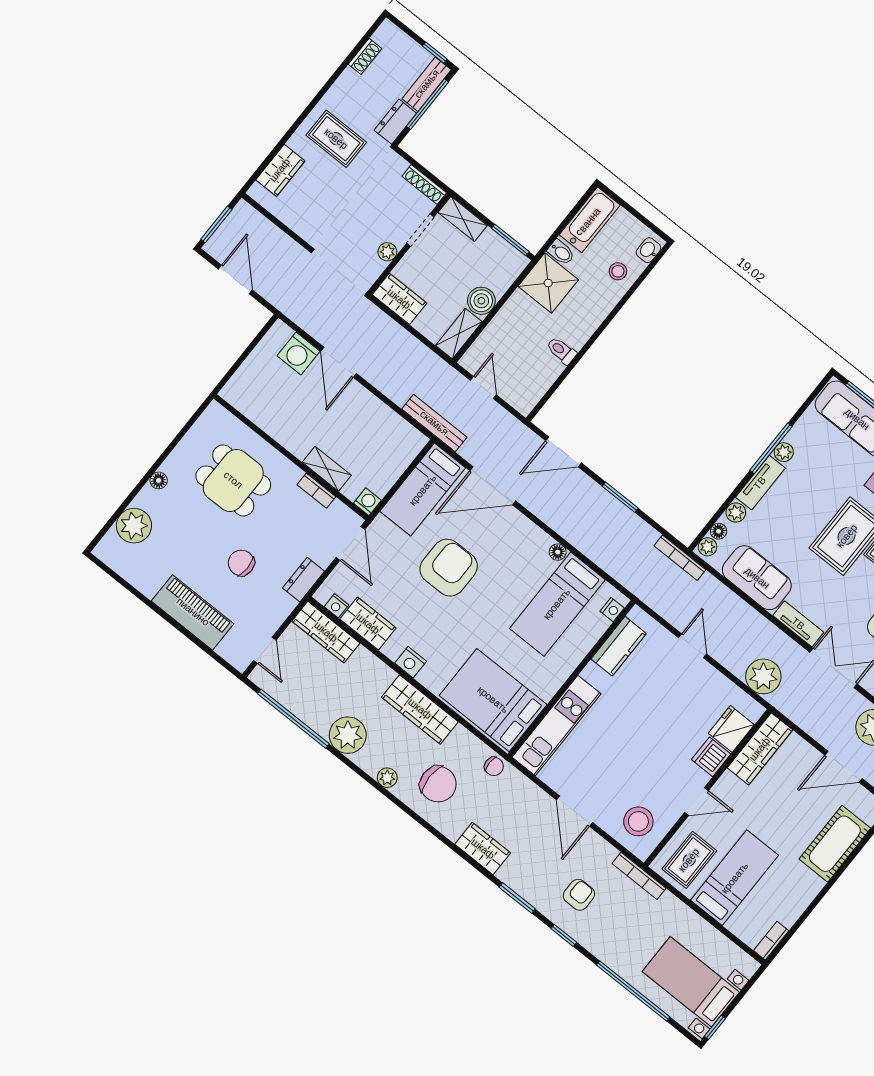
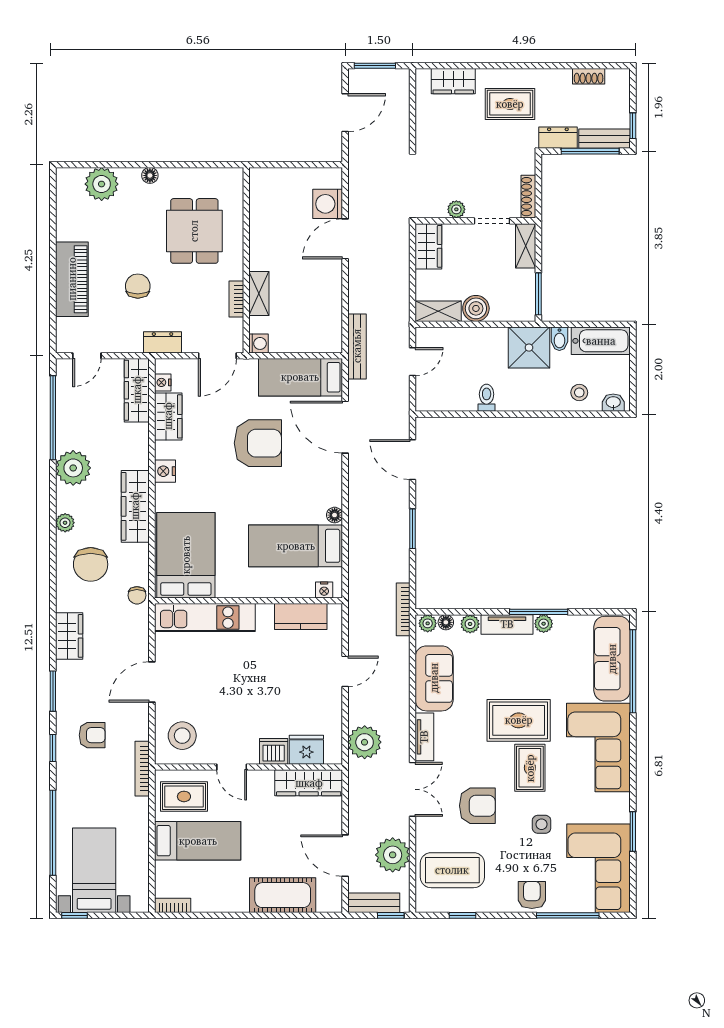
rug: (336, 139) -> (510, 104), turned 90

